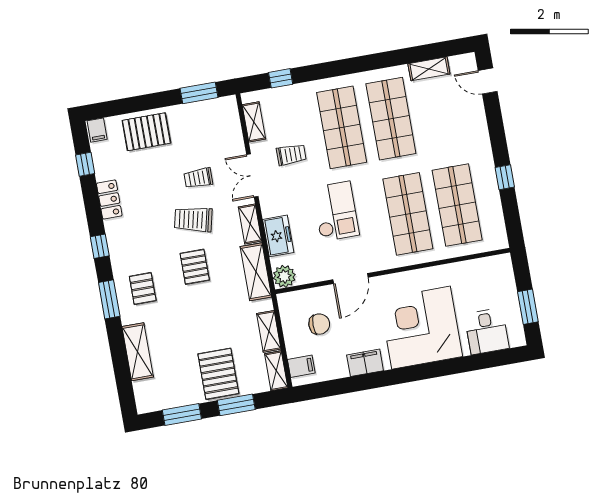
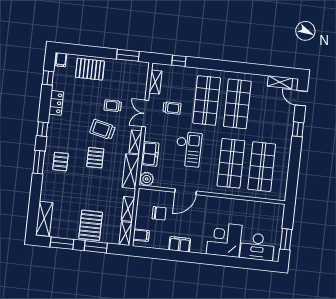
shelving: (429, 69) -> (280, 82), moved
window: (505, 177) -> (298, 129), moved
corner desk: (421, 328) -> (224, 240), width x0.74, depth x0.74
desk: (487, 331) -> (257, 247), width x1.37
shelving: (138, 352) -> (44, 219), moved

